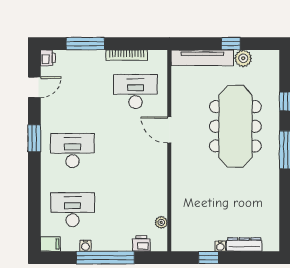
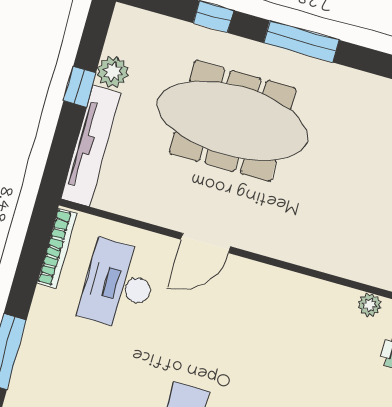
bookcase: (126, 55) -> (57, 248), moved

